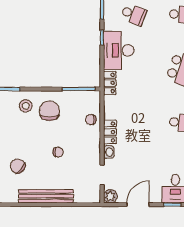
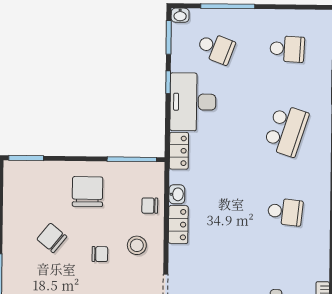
stool: (26, 106) -> (137, 245), moved
washbasin: (109, 152) -> (177, 194), moved
chair: (18, 166) -> (52, 238), moved

